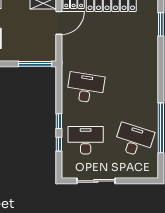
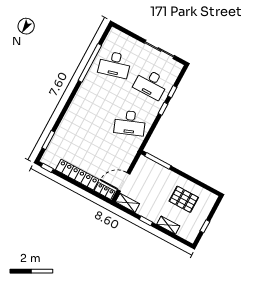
desk: (86, 88) -> (130, 123), turned -30
desk: (134, 140) -> (115, 64), turned -33

